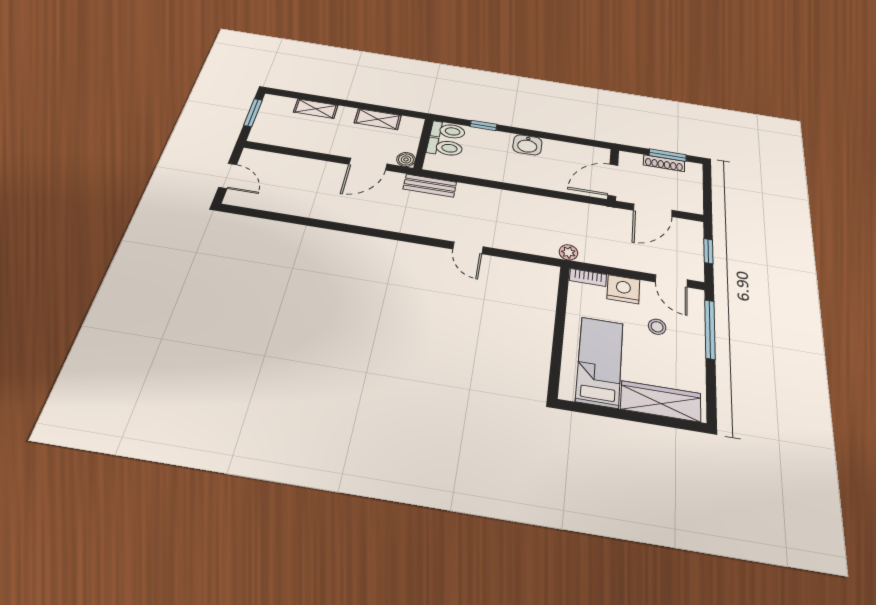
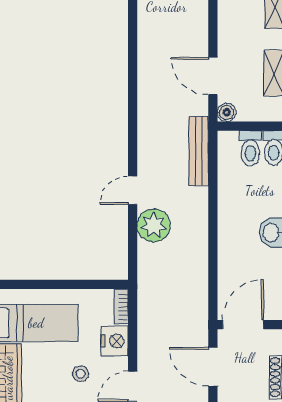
door: (613, 180) -> (243, 325), hinge flipped
bench: (430, 186) -> (199, 151), width x1.36
plant: (568, 252) -> (154, 225), moved, width x1.87, depth x1.87

